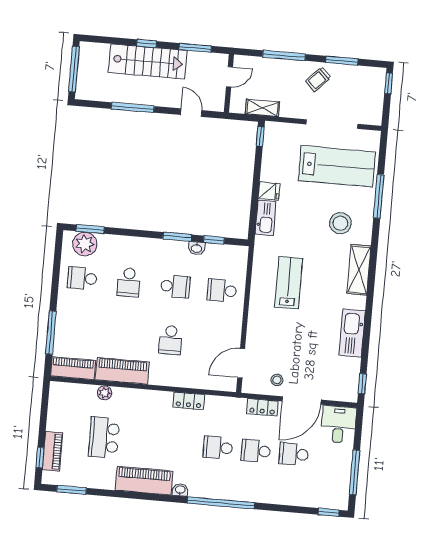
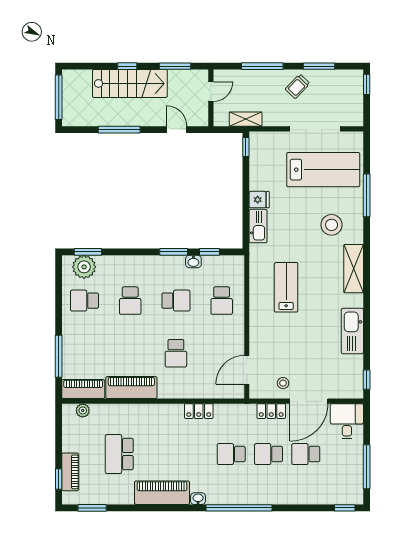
school desk: (222, 290) -> (222, 301), turned -90
plant: (104, 393) -> (83, 410), moved

